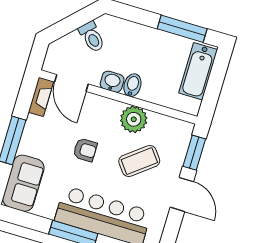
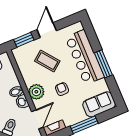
plant: (134, 119) -> (36, 92), moved

